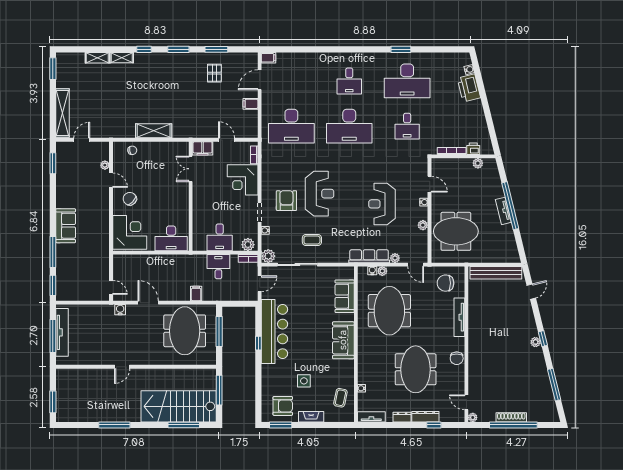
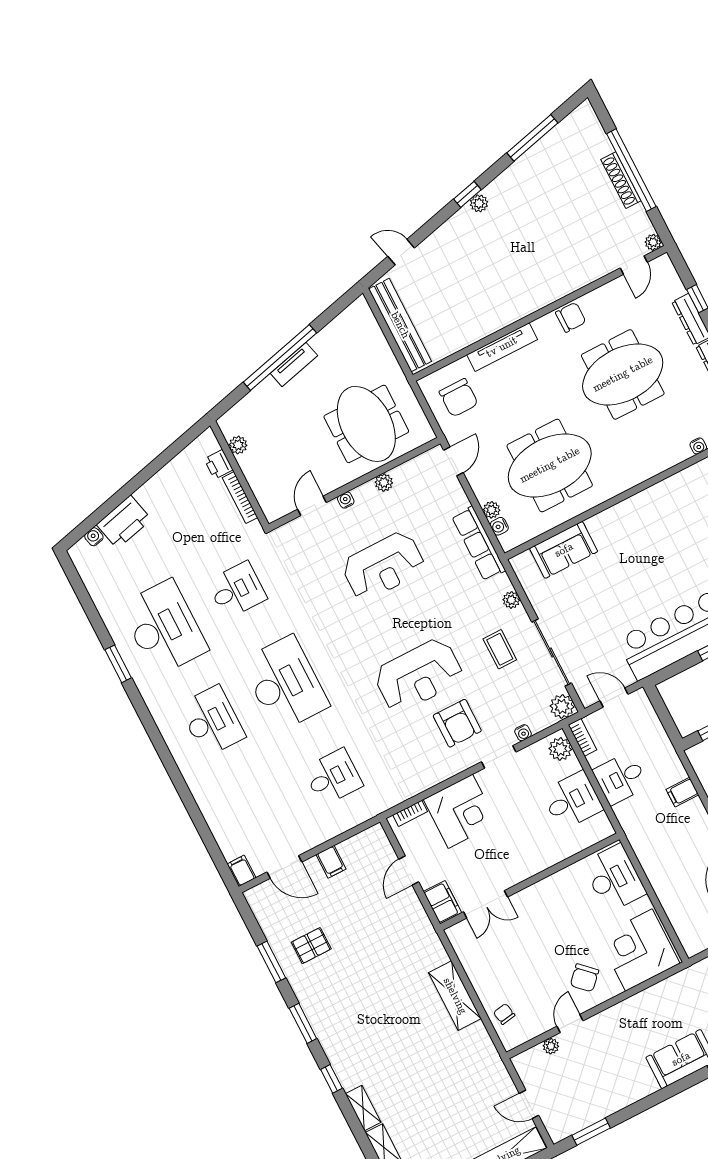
desk: (349, 81) -> (212, 721), width x1.37
desk: (291, 126) -> (333, 777), width x0.53, depth x0.77
reception desk: (320, 194) -> (419, 675), turned 180
armchair: (286, 201) -> (457, 723), turned -90
plant: (395, 258) -> (511, 600), moved
sofa: (343, 340) -> (636, 515), removed

